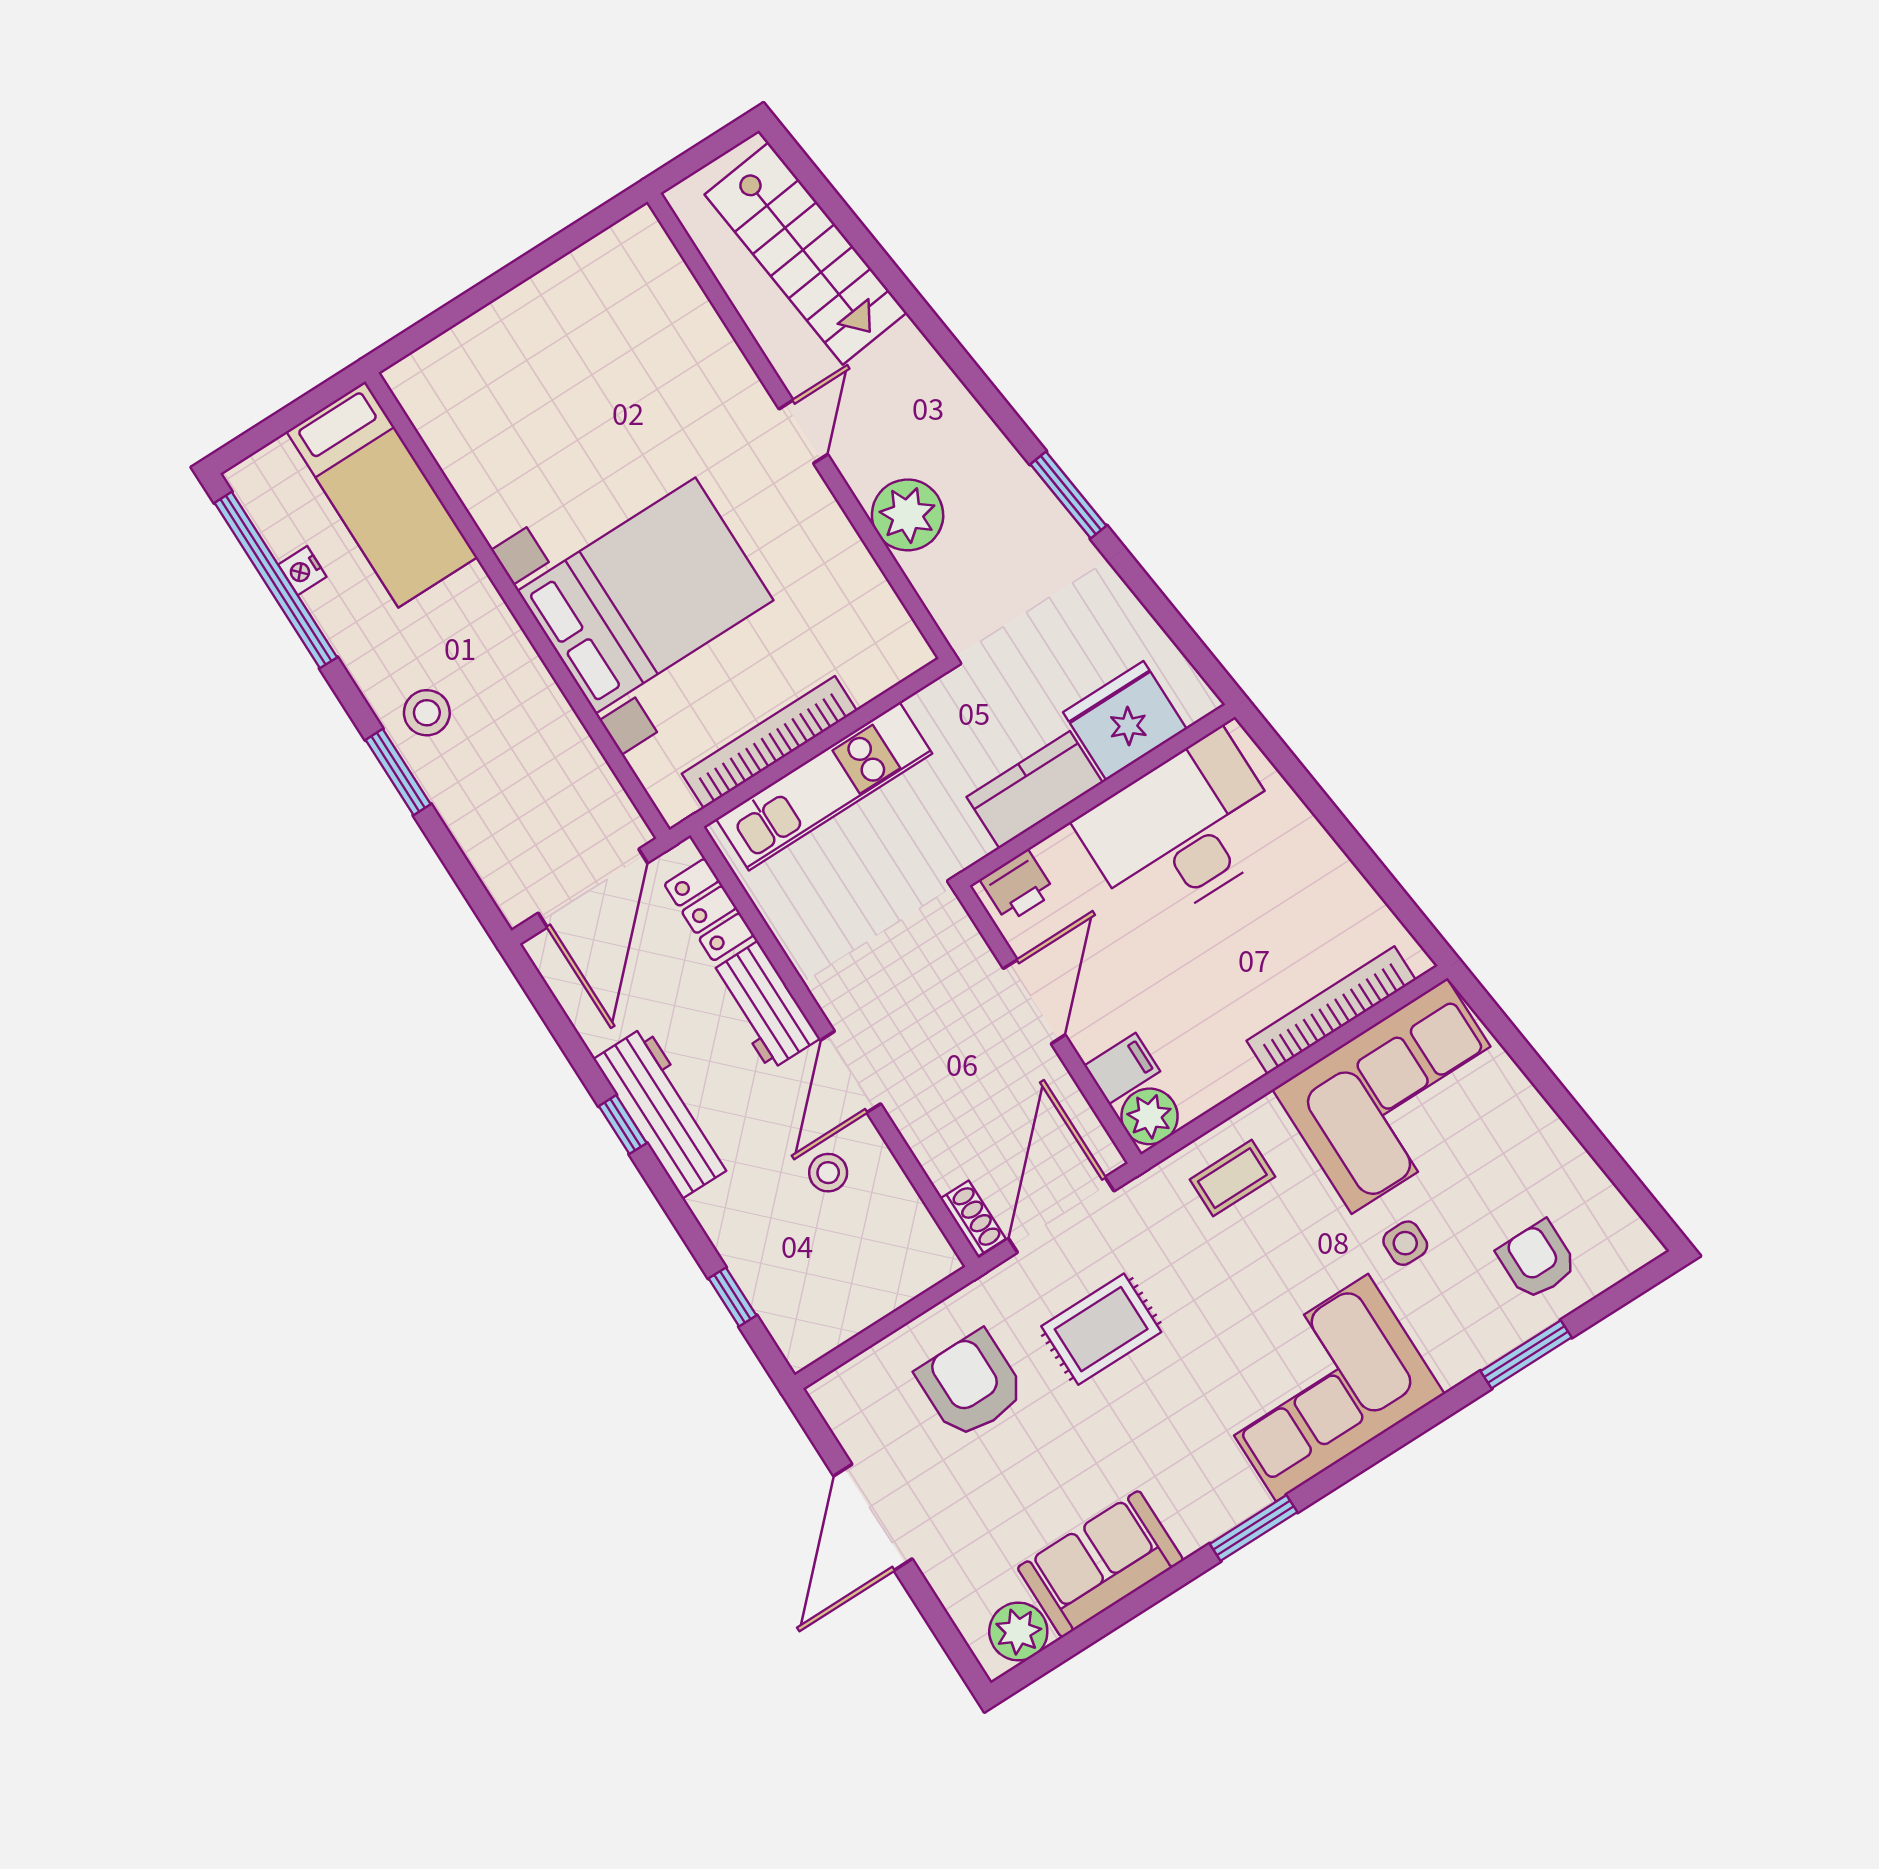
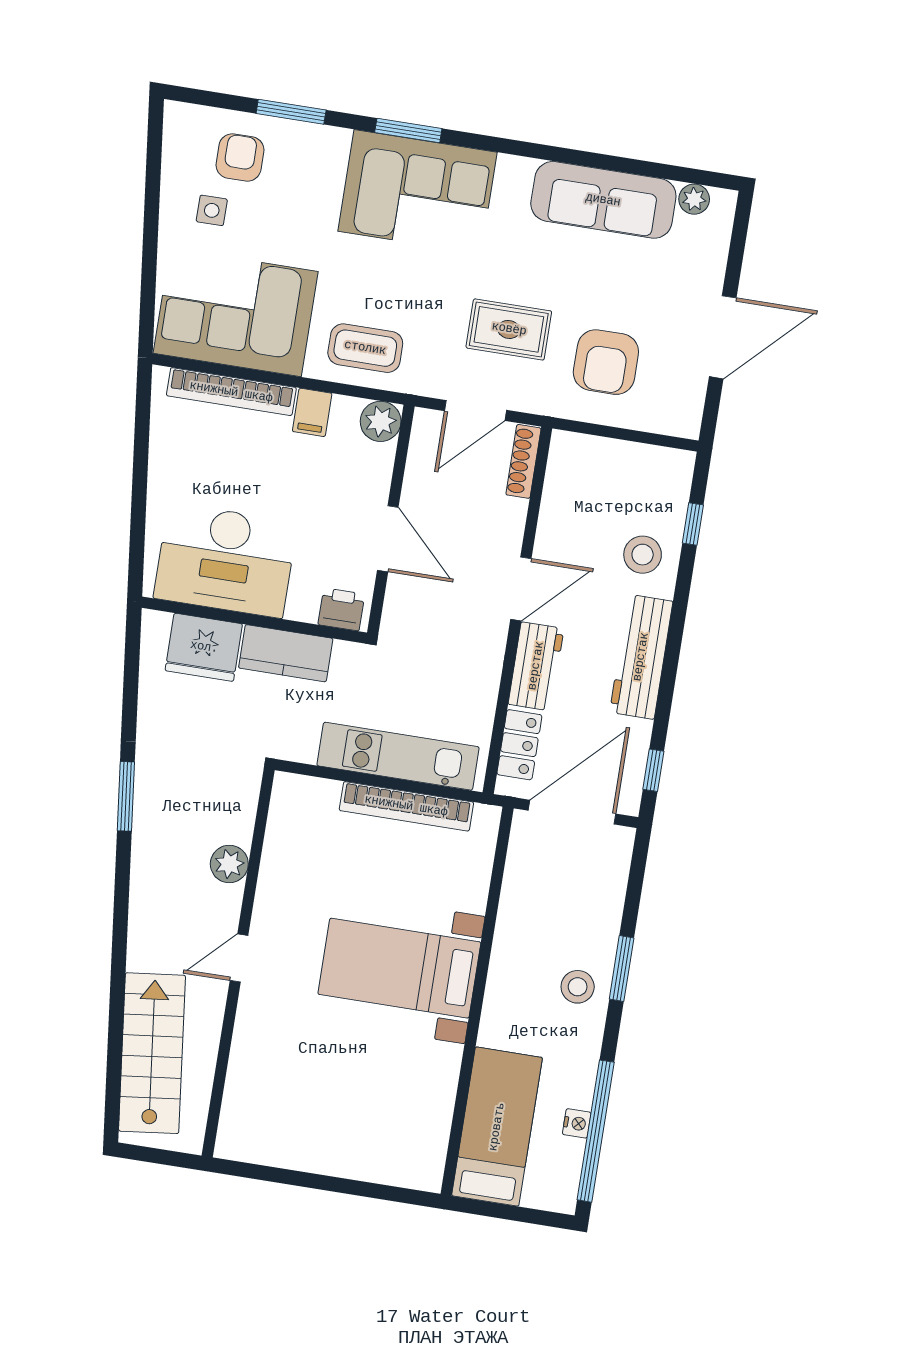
plant: (908, 515) -> (229, 864), width x0.73, depth x0.73
bed with nightstands: (645, 596) -> (399, 968), width x0.73
door: (1034, 1002) -> (388, 539), swing flipped
filing cabinet: (1122, 1069) -> (312, 412), moved, turned -90
window: (623, 1125) -> (653, 770), moved
stool: (828, 1173) -> (643, 555), moved, width x1.37, depth x1.37
coffee table: (1232, 1178) -> (365, 348), width x1.36, depth x1.30
door: (1061, 1215) -> (475, 410), width x0.73
shoe rack: (973, 1219) -> (523, 461), width x1.43
side table: (1405, 1243) -> (212, 210), moved
armchair: (1537, 1260) -> (240, 157), turned 180
window: (1254, 1528) -> (408, 131), moved
sofa: (1100, 1564) -> (603, 200), width x1.36
plant: (1018, 1632) -> (694, 199), width x0.73, depth x0.73

